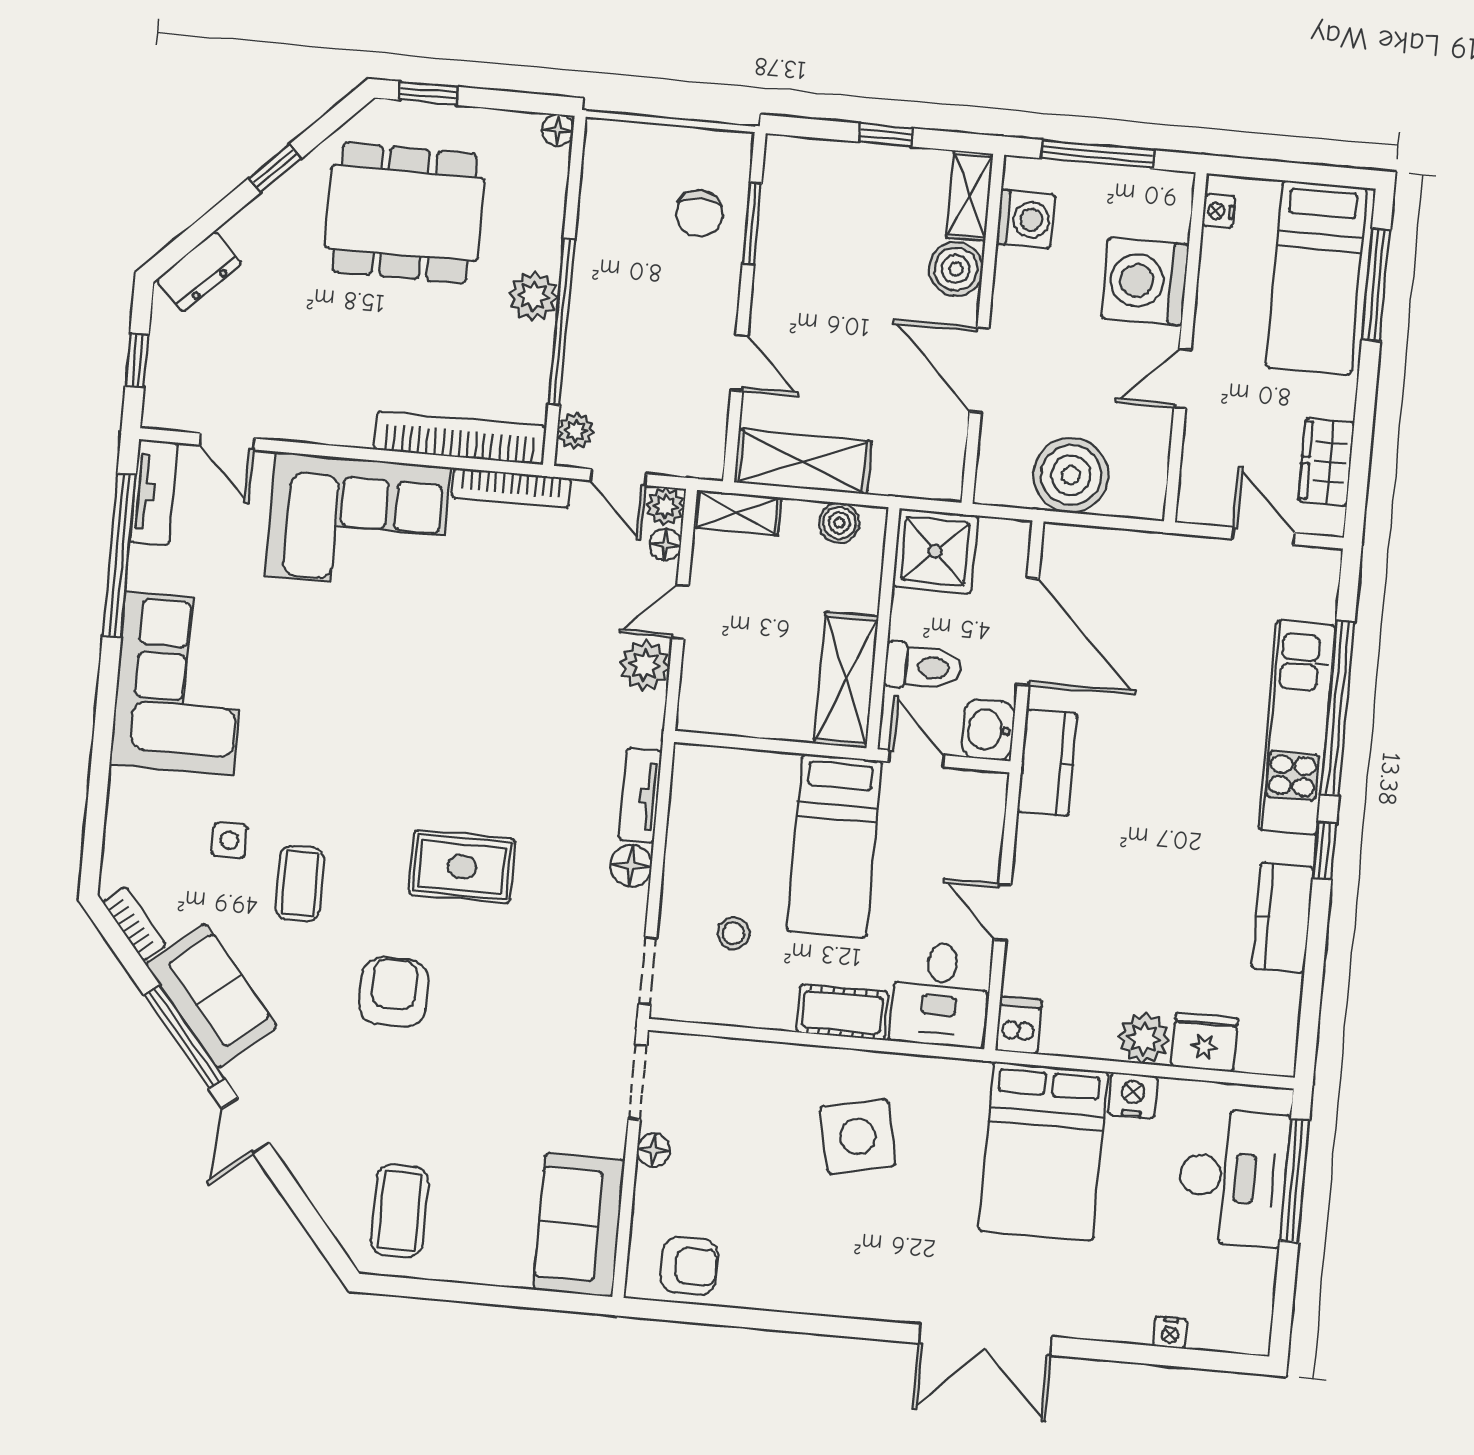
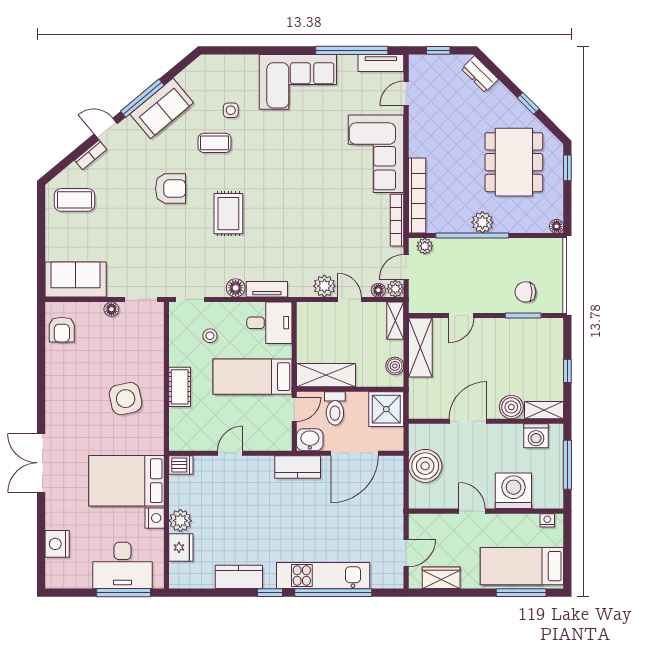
bookcase: (134, 924) -> (91, 155), moved
desk: (940, 994) -> (269, 323), moved, turned 180
nightstand: (1170, 1332) -> (57, 544), width x1.89, depth x1.79

